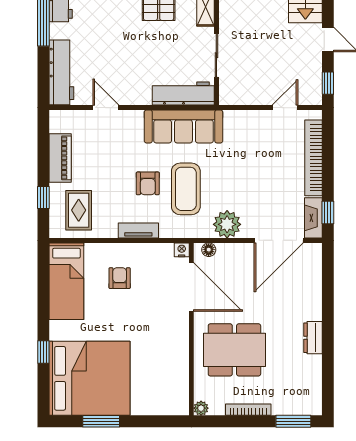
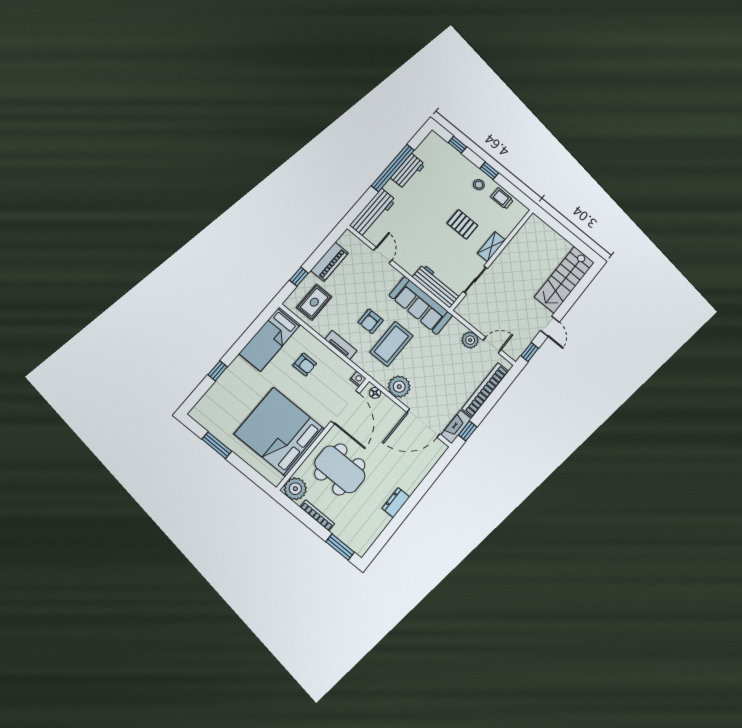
plant: (259, 121) -> (470, 340), added
armchair: (120, 278) -> (305, 365), turned 90
bed: (90, 378) -> (280, 432), moved, turned 180
plant: (201, 408) -> (295, 489), width x1.88, depth x1.88

